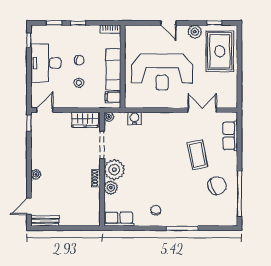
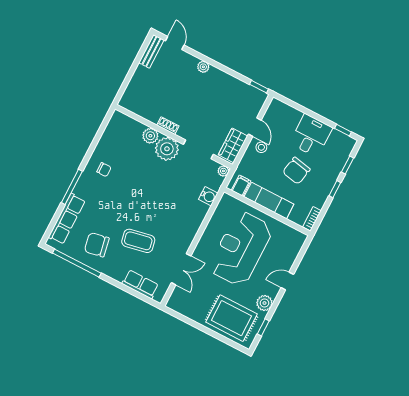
chair: (79, 60) -> (296, 171), width x1.87, depth x1.87
desk: (46, 63) -> (311, 135), width x0.73
stool: (79, 83) -> (261, 147), moved
door: (45, 110) -> (255, 127), moved
chair: (217, 186) -> (97, 245), turned 101
row of seats: (119, 219) -> (67, 219), moved, width x1.48

